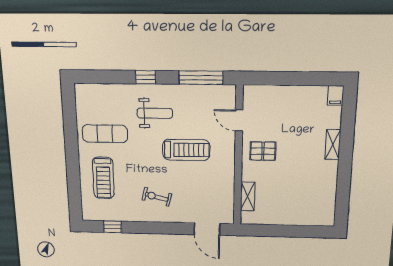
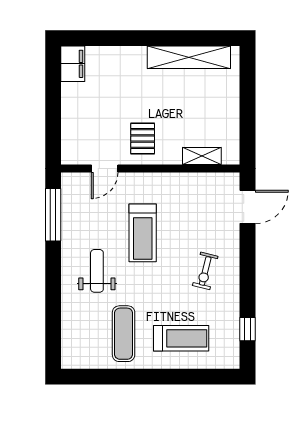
window: (146, 77) -> (53, 281), removed
filing cabinet: (336, 95) -> (73, 64), width x2.00
shelving: (333, 145) -> (189, 57), moved, width x2.20, depth x1.33
treadmill: (186, 150) -> (143, 233), turned 180

